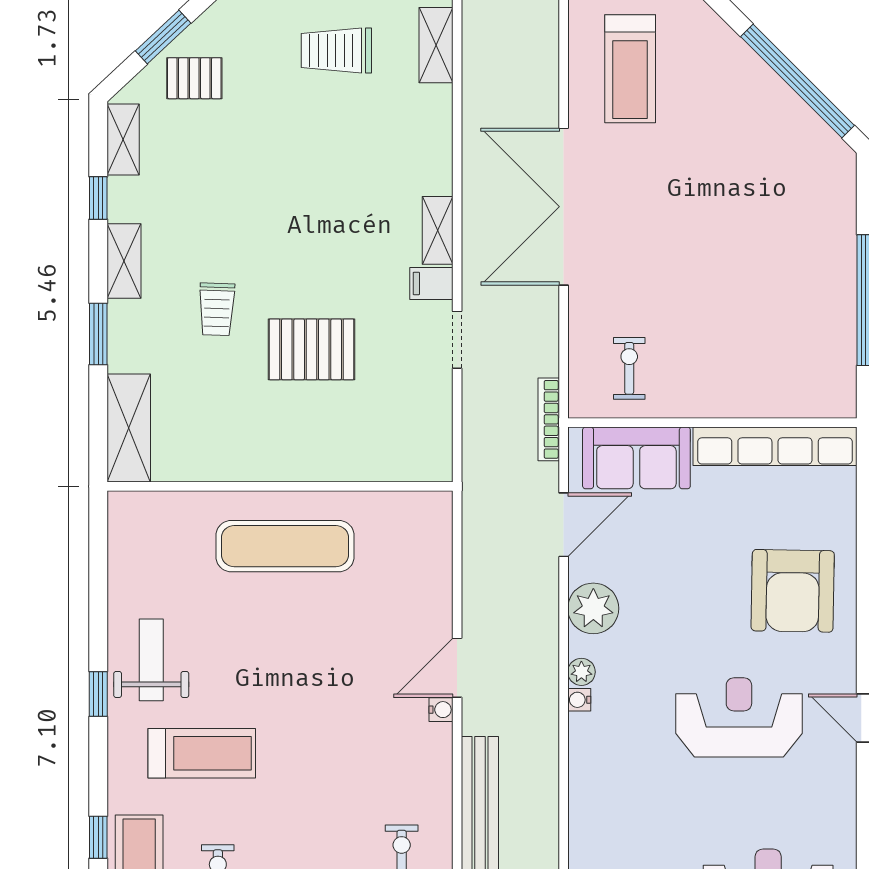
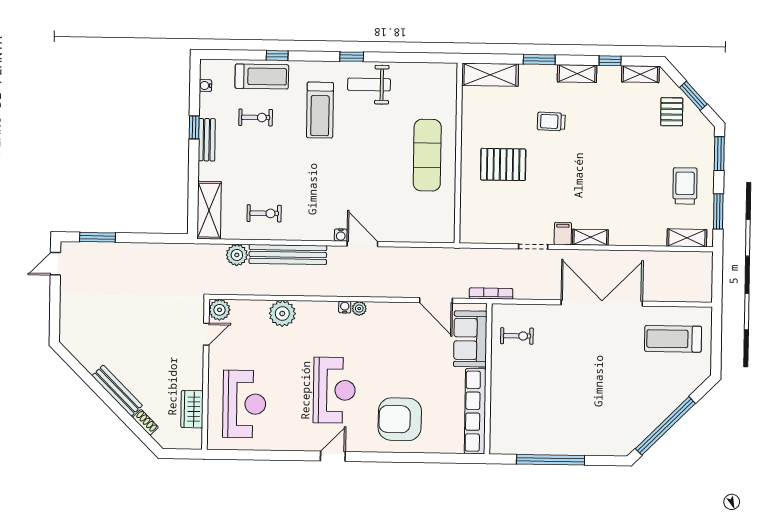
pallet: (311, 349) -> (503, 164), moved, turned 90
plant: (593, 608) -> (282, 313), moved
weight bench: (151, 660) -> (369, 84), turned 180

